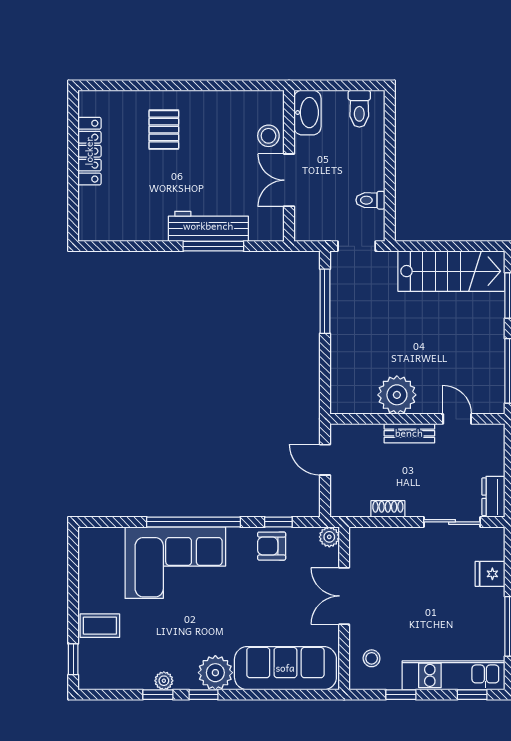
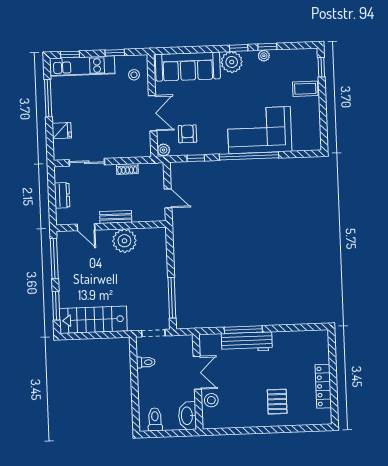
dresser: (493, 497) -> (62, 195), moved
armchair: (272, 546) -> (187, 134), moved, turned -90

